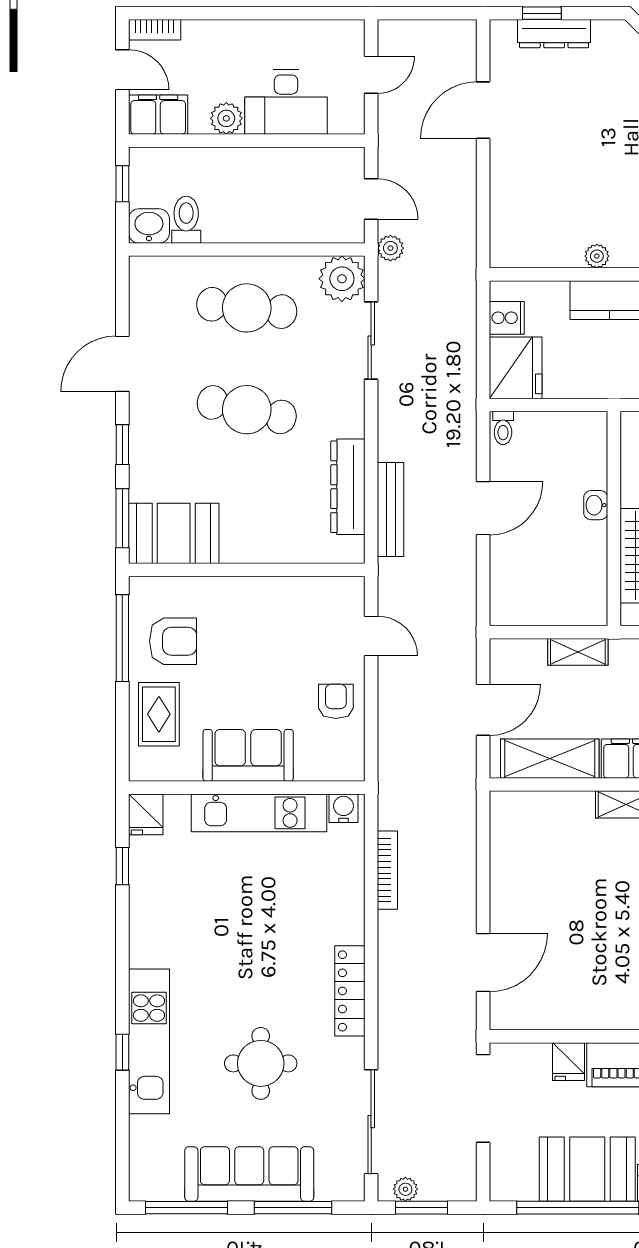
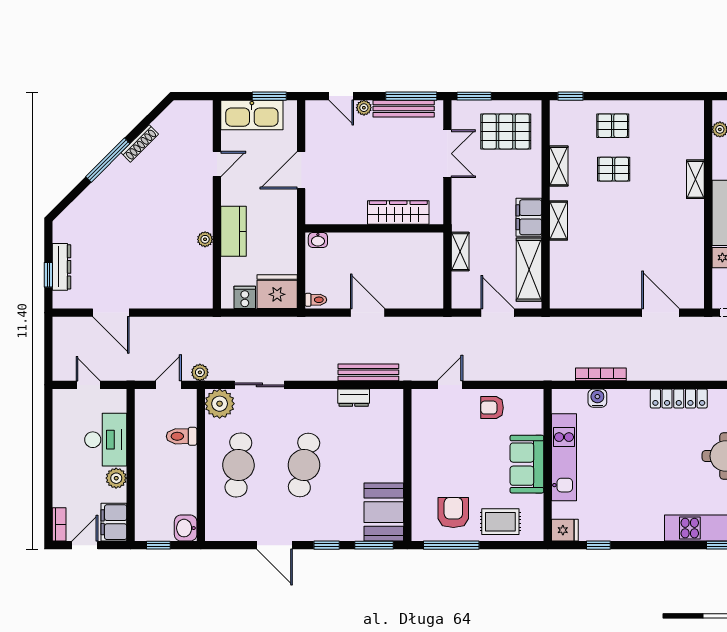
toilet: (186, 220) -> (182, 436), moved
dresser: (348, 487) -> (354, 398), width x0.51, depth x0.80
washbasin: (596, 505) -> (318, 240), moved
water cooler: (343, 808) -> (597, 398), moved, turned 90

